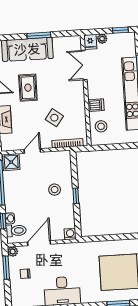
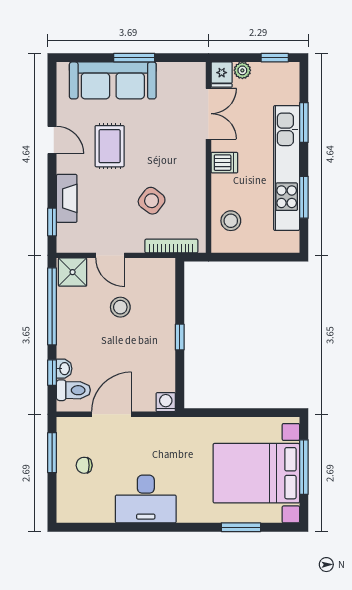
double door: (84, 65) -> (208, 114), swing flipped
dishwasher: (96, 105) -> (224, 163), moved
door: (32, 151) -> (110, 255), swing flipped
stool: (55, 190) -> (120, 307), moved
plant: (13, 252) -> (65, 426), removed

